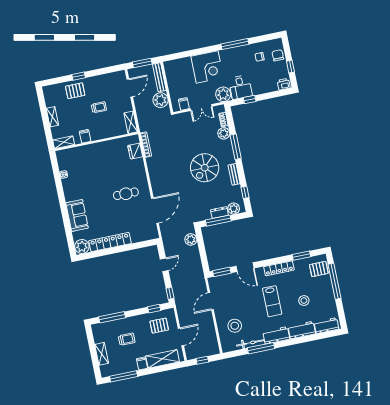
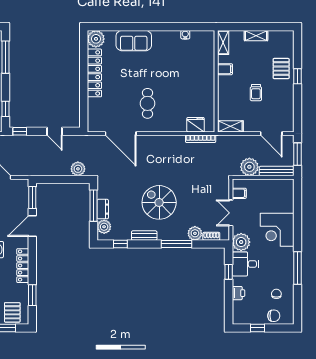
printer: (284, 84) -> (238, 293), moved

